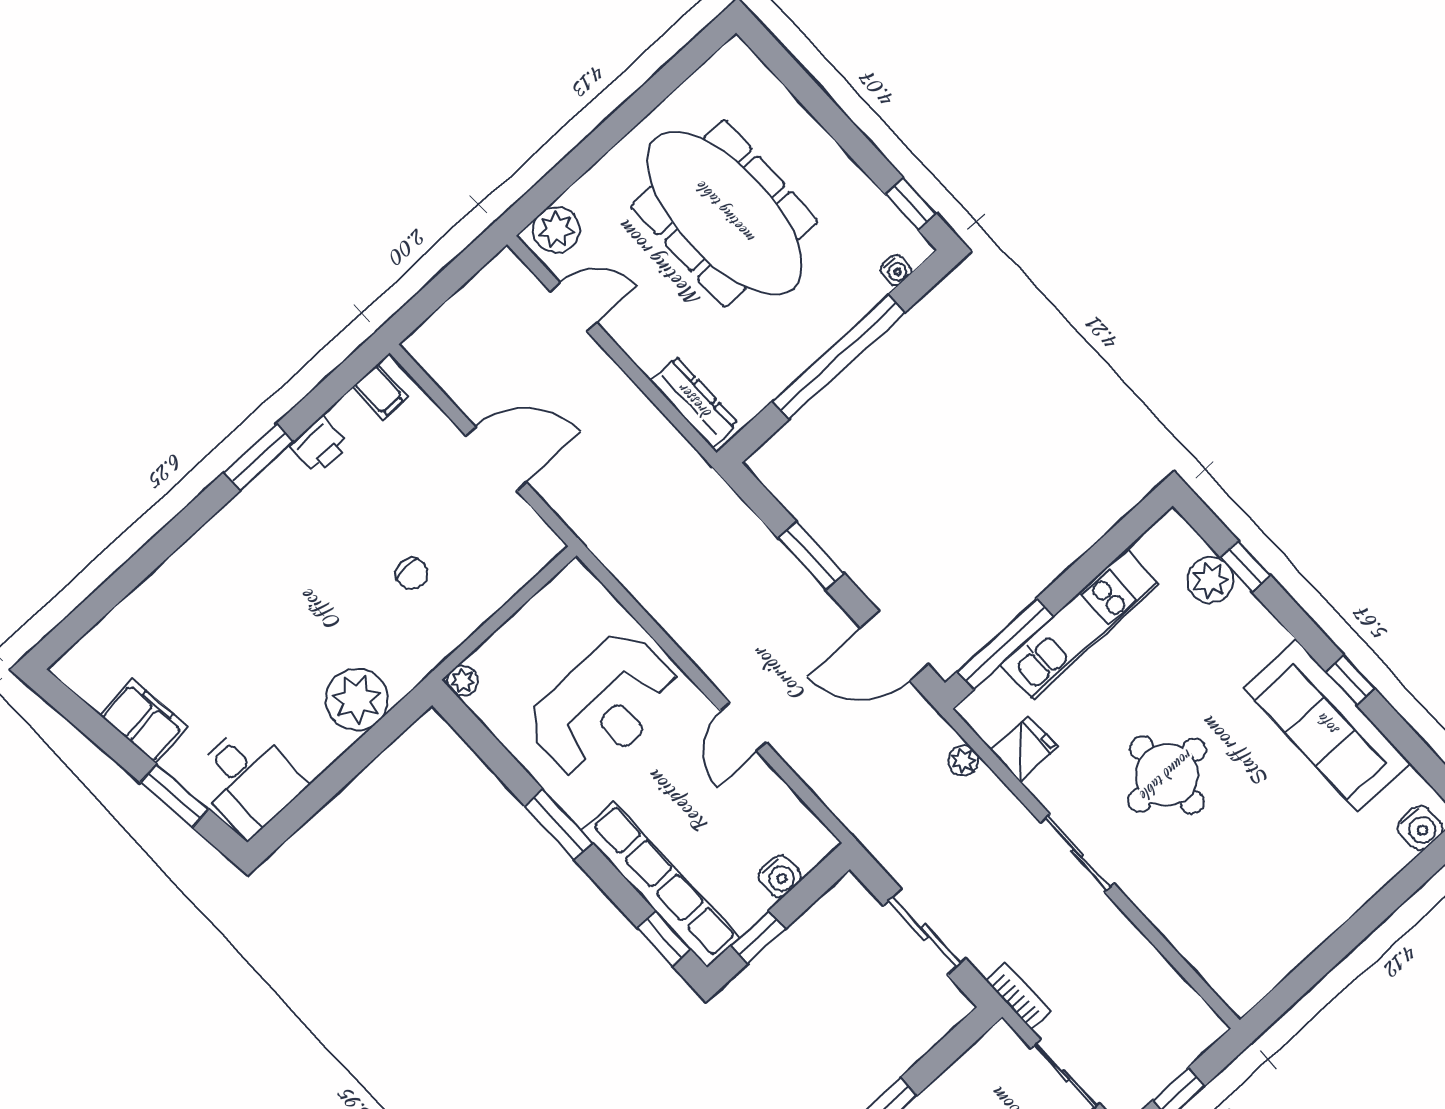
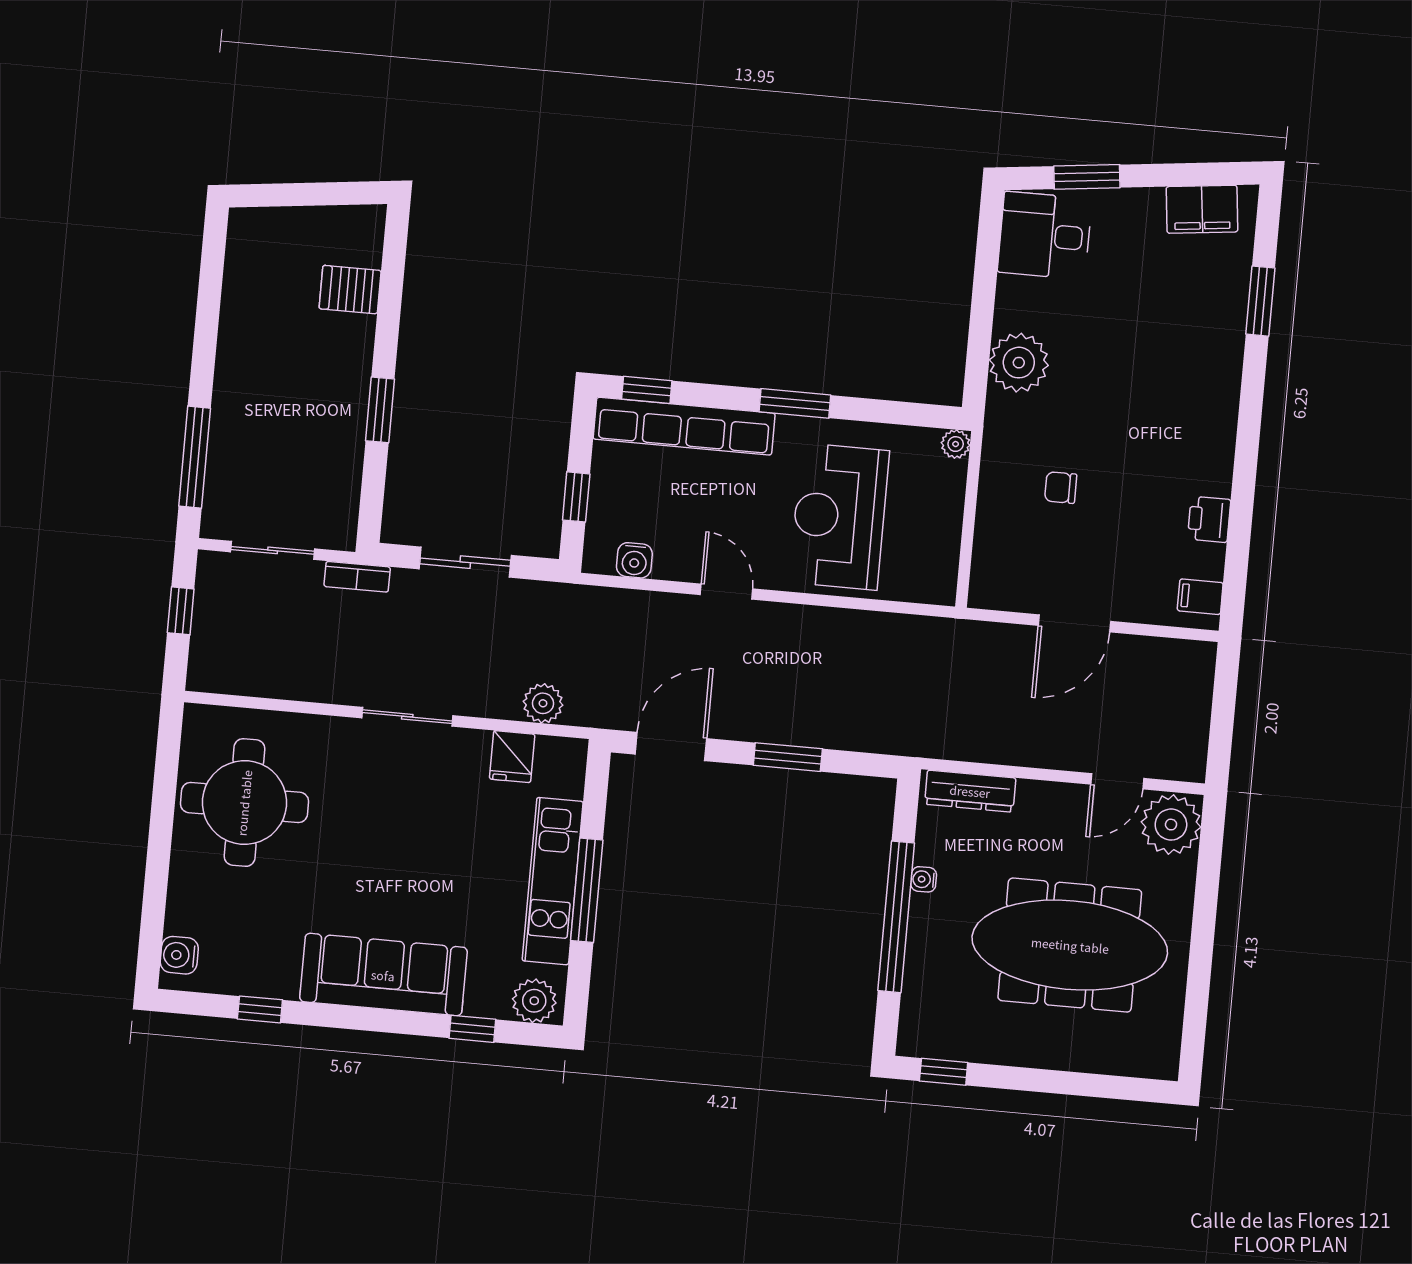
plant: (556, 230) -> (1171, 825), width x1.36, depth x1.36
water cooler: (896, 270) -> (924, 879), moved
window: (259, 457) -> (1260, 301), moved
plant: (1210, 580) -> (534, 1001), moved
window: (1005, 644) -> (587, 890), moved
window: (1350, 680) -> (260, 1009), moved
filing cabinet: (144, 721) -> (1202, 209), moved
sofa: (1327, 725) -> (383, 975), moved
plant: (963, 761) -> (543, 703), width x1.38, depth x1.38
round table: (1167, 775) -> (244, 803), moved, width x1.36, depth x1.36
water cooler: (780, 876) -> (634, 560), moved, turned -90
window: (758, 937) -> (576, 497), moved

